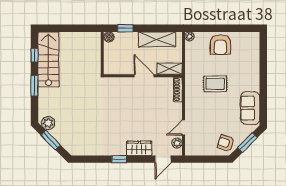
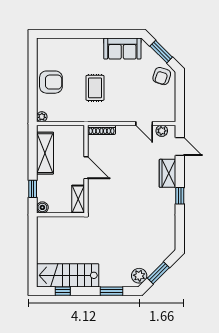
shelving: (170, 69) -> (78, 199), moved
door: (144, 76) -> (86, 168), swing flipped
window: (34, 86) -> (111, 291), moved

